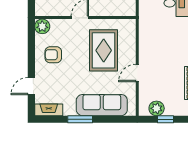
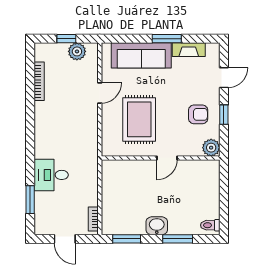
window: (31, 55) -> (224, 115), added
fireplace: (49, 110) -> (189, 50), moved

